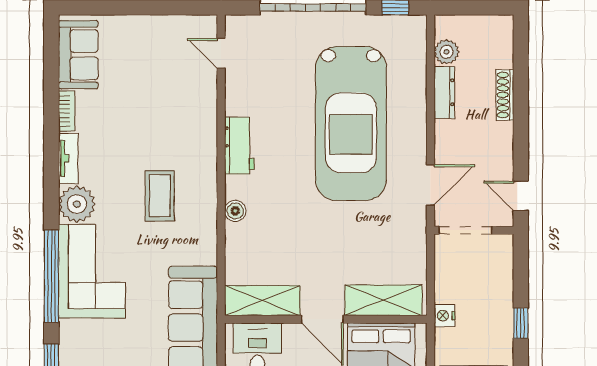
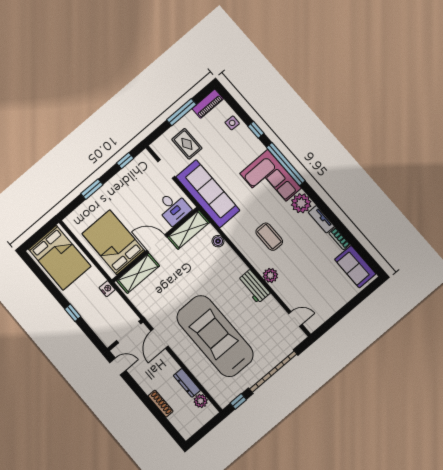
plant: (204, 141) -> (270, 275), added
boiler: (235, 211) -> (218, 241), moved

